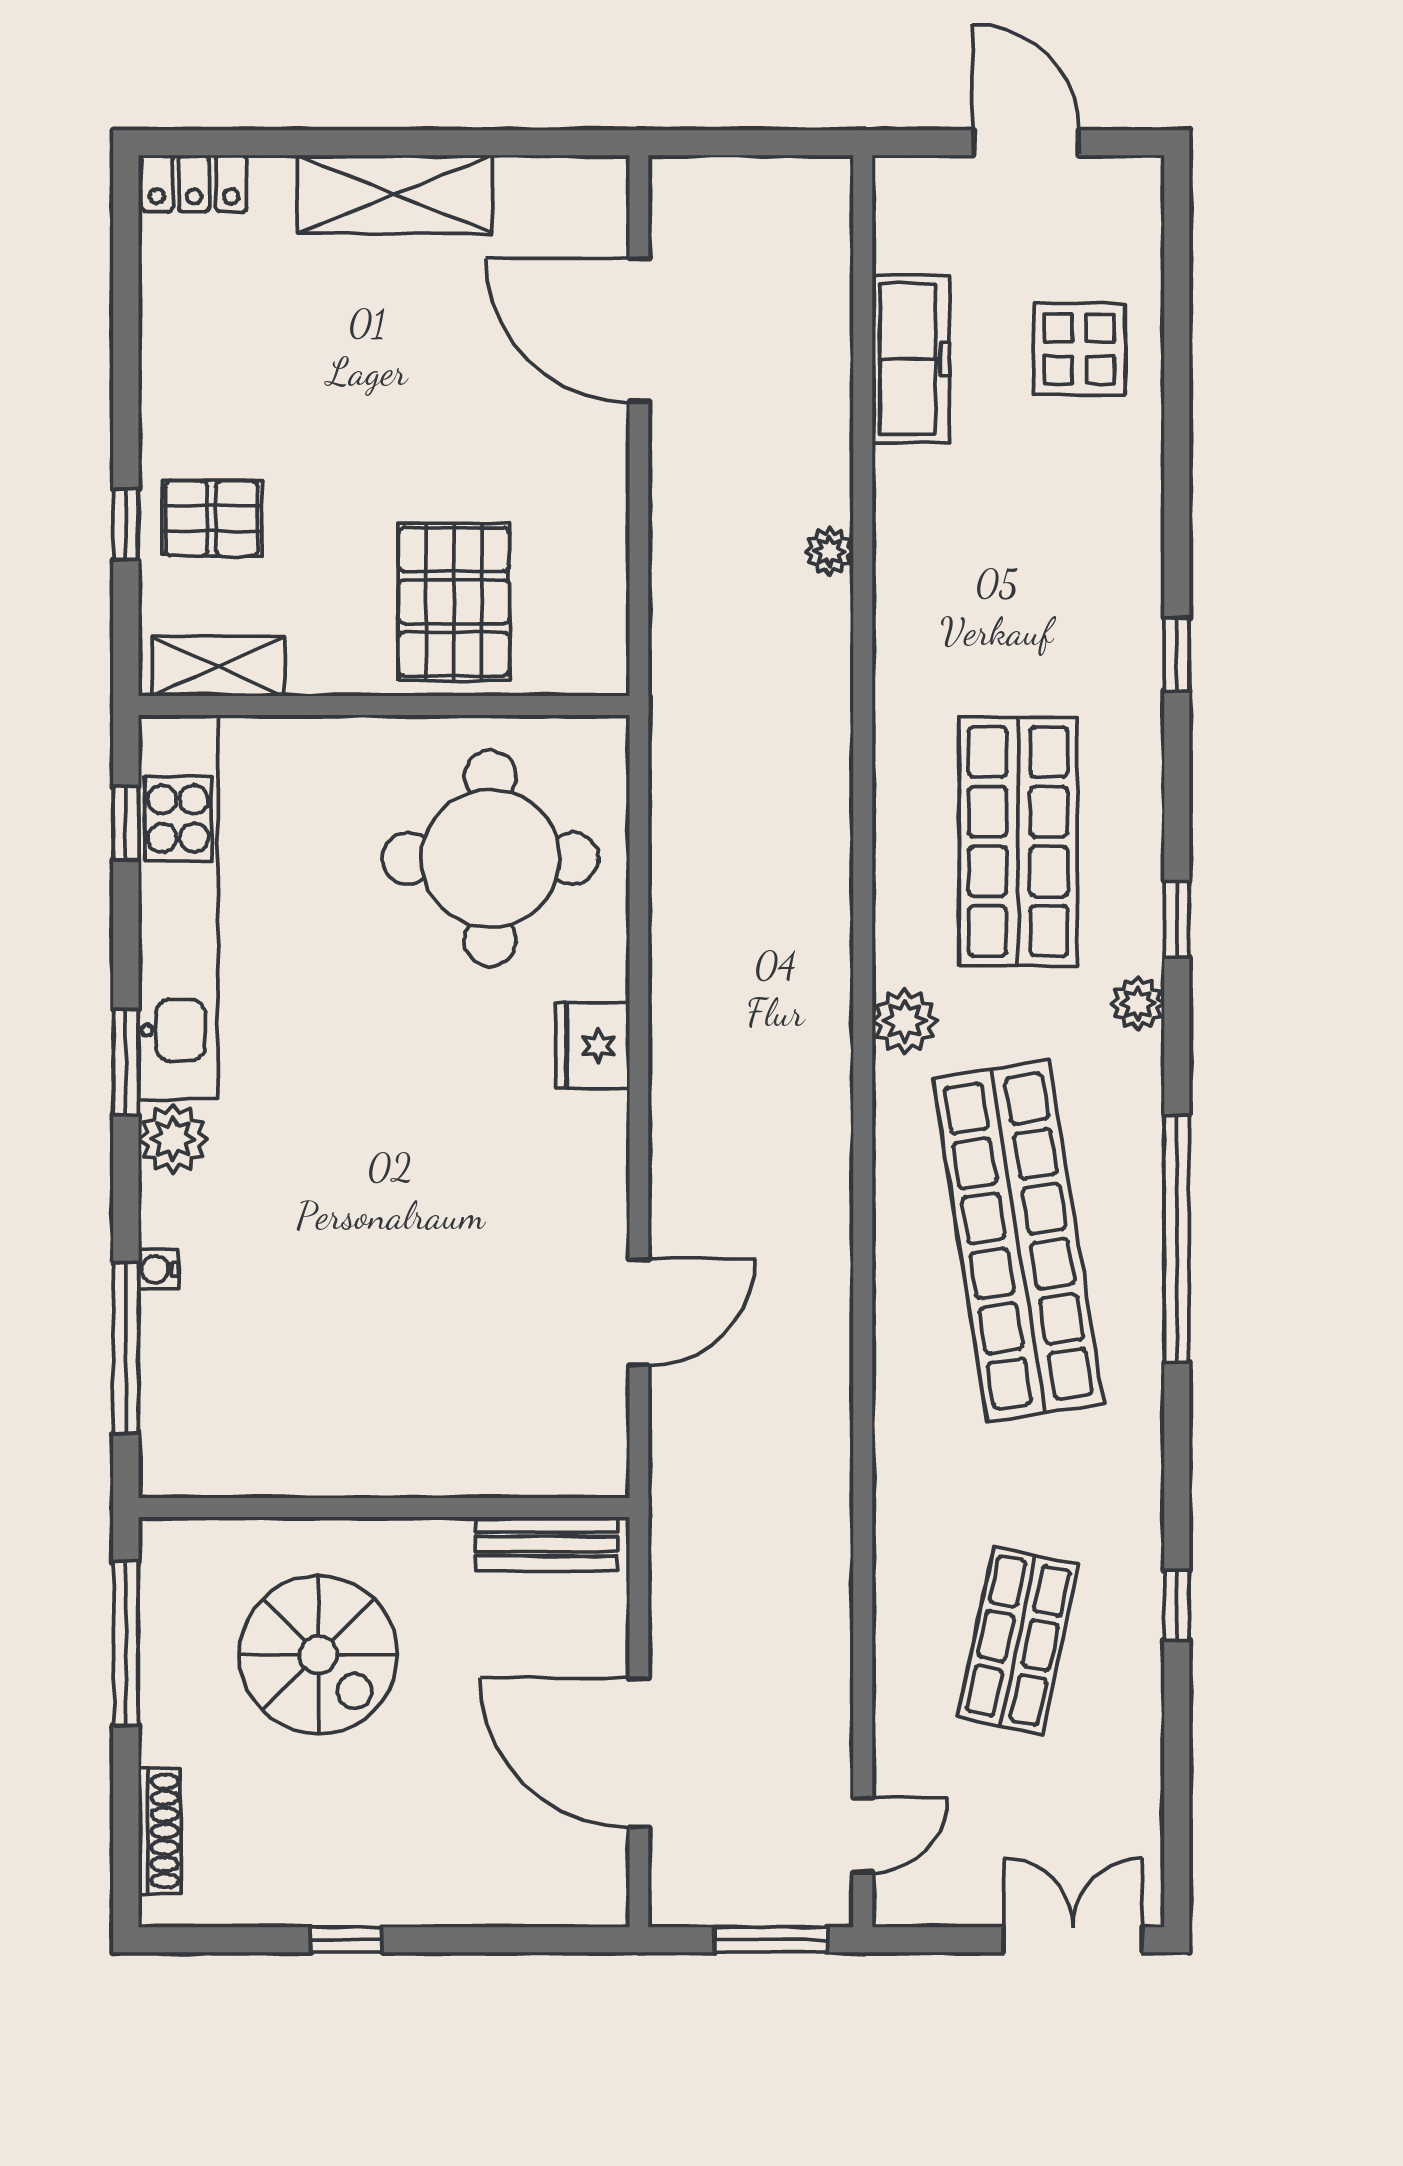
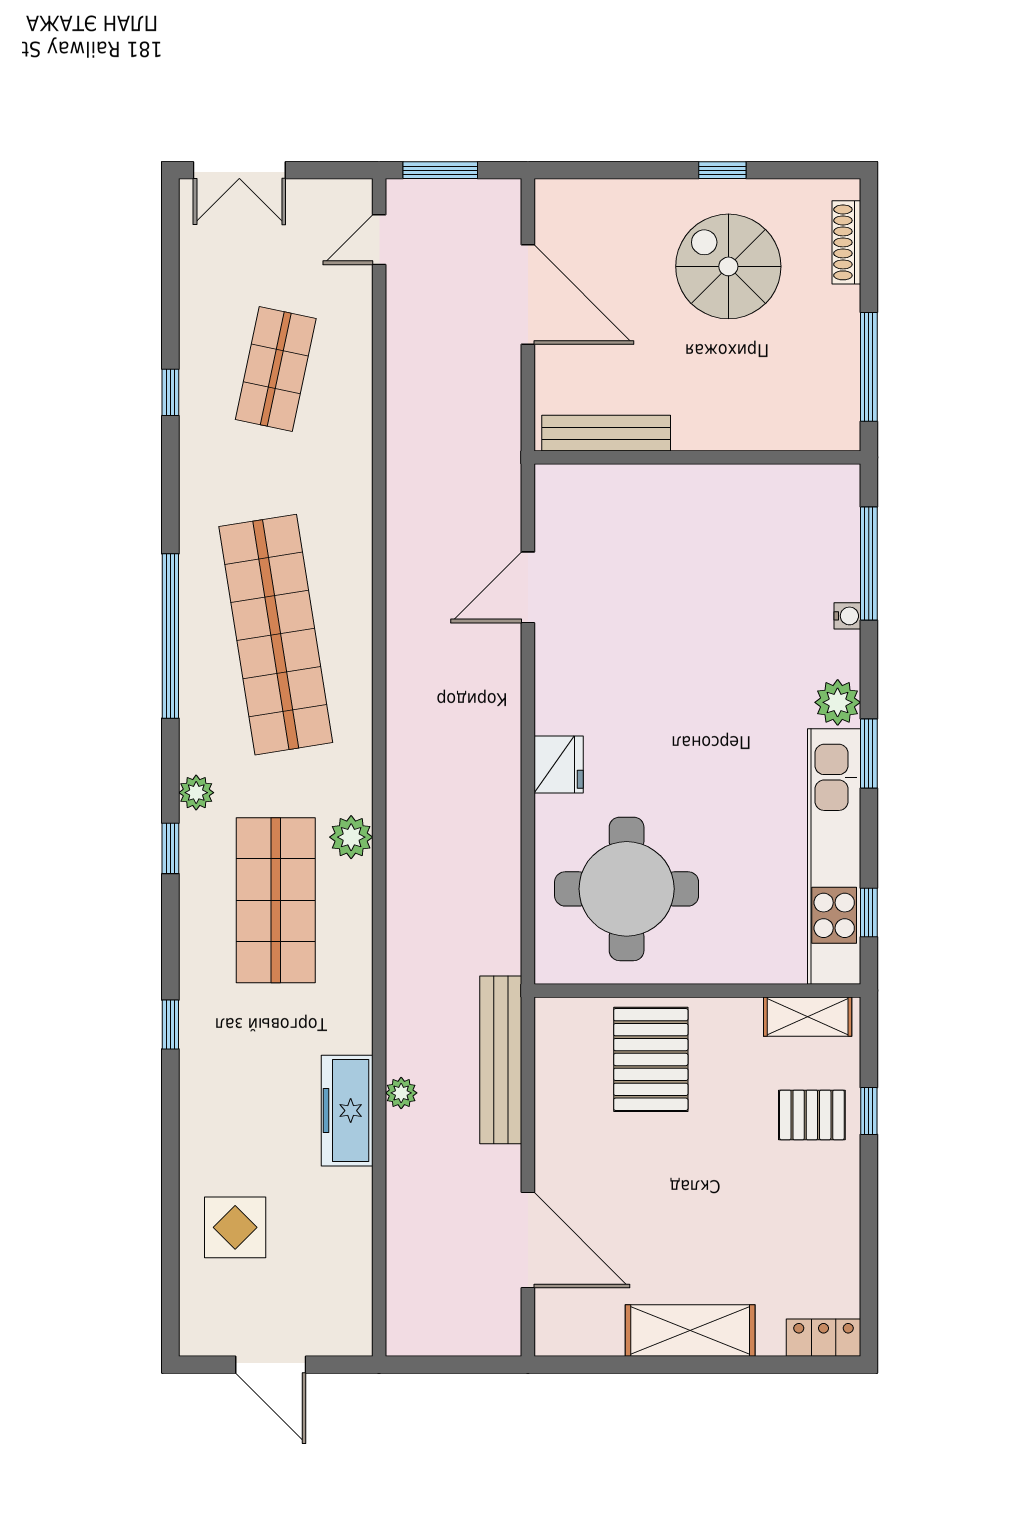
freezer: (911, 359) -> (347, 1111), moved
bench: (680, 601) -> (501, 1060), added
plant: (905, 1021) -> (351, 837), moved
bench: (547, 1544) -> (606, 433), width x1.36
spiral stairs: (318, 1655) -> (728, 266), moved

